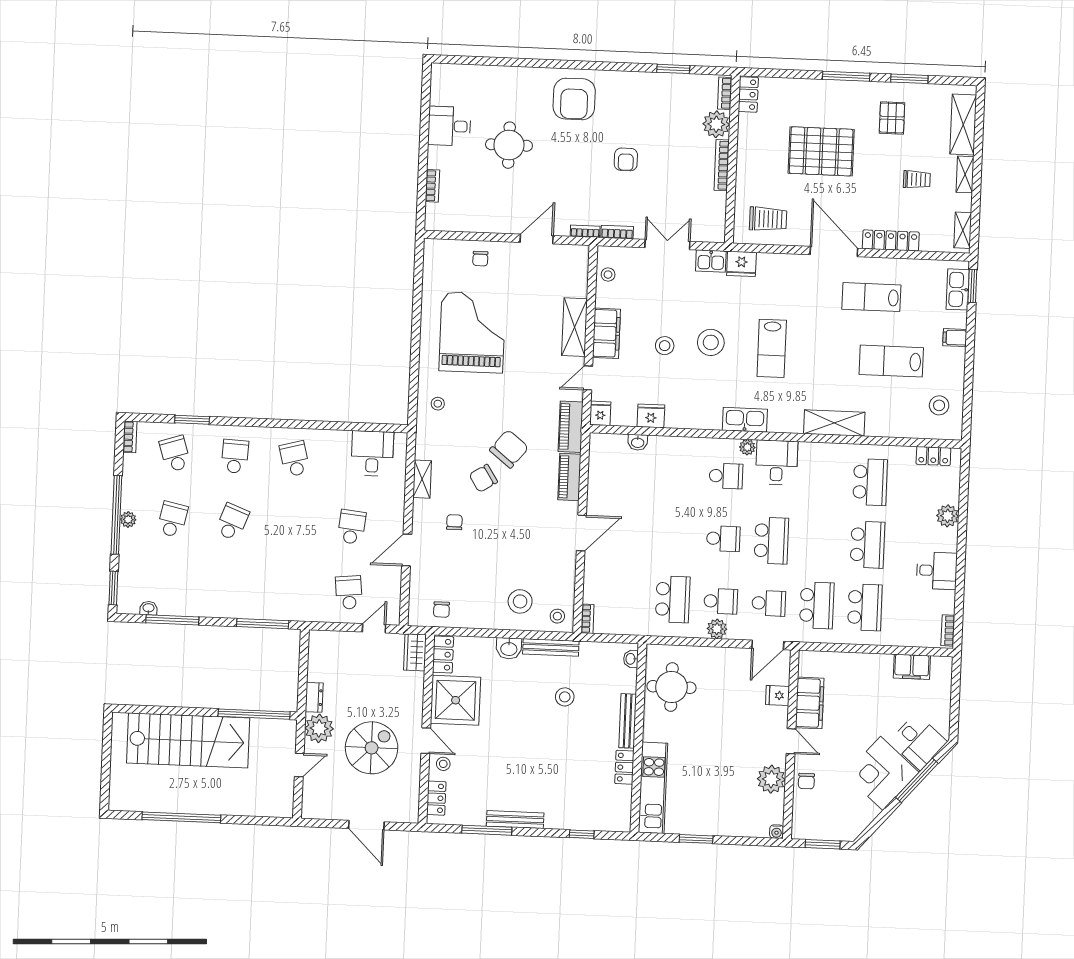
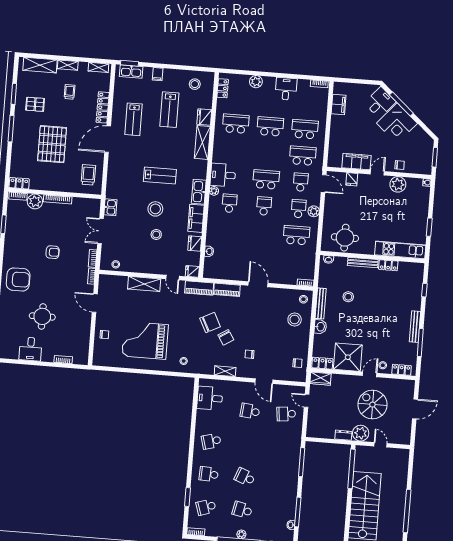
fridge: (741, 264) -> (204, 117), moved, turned 180
filing cabinet: (606, 333) -> (196, 218), moved, turned -90
chair: (509, 449) -> (210, 323), turned 114

